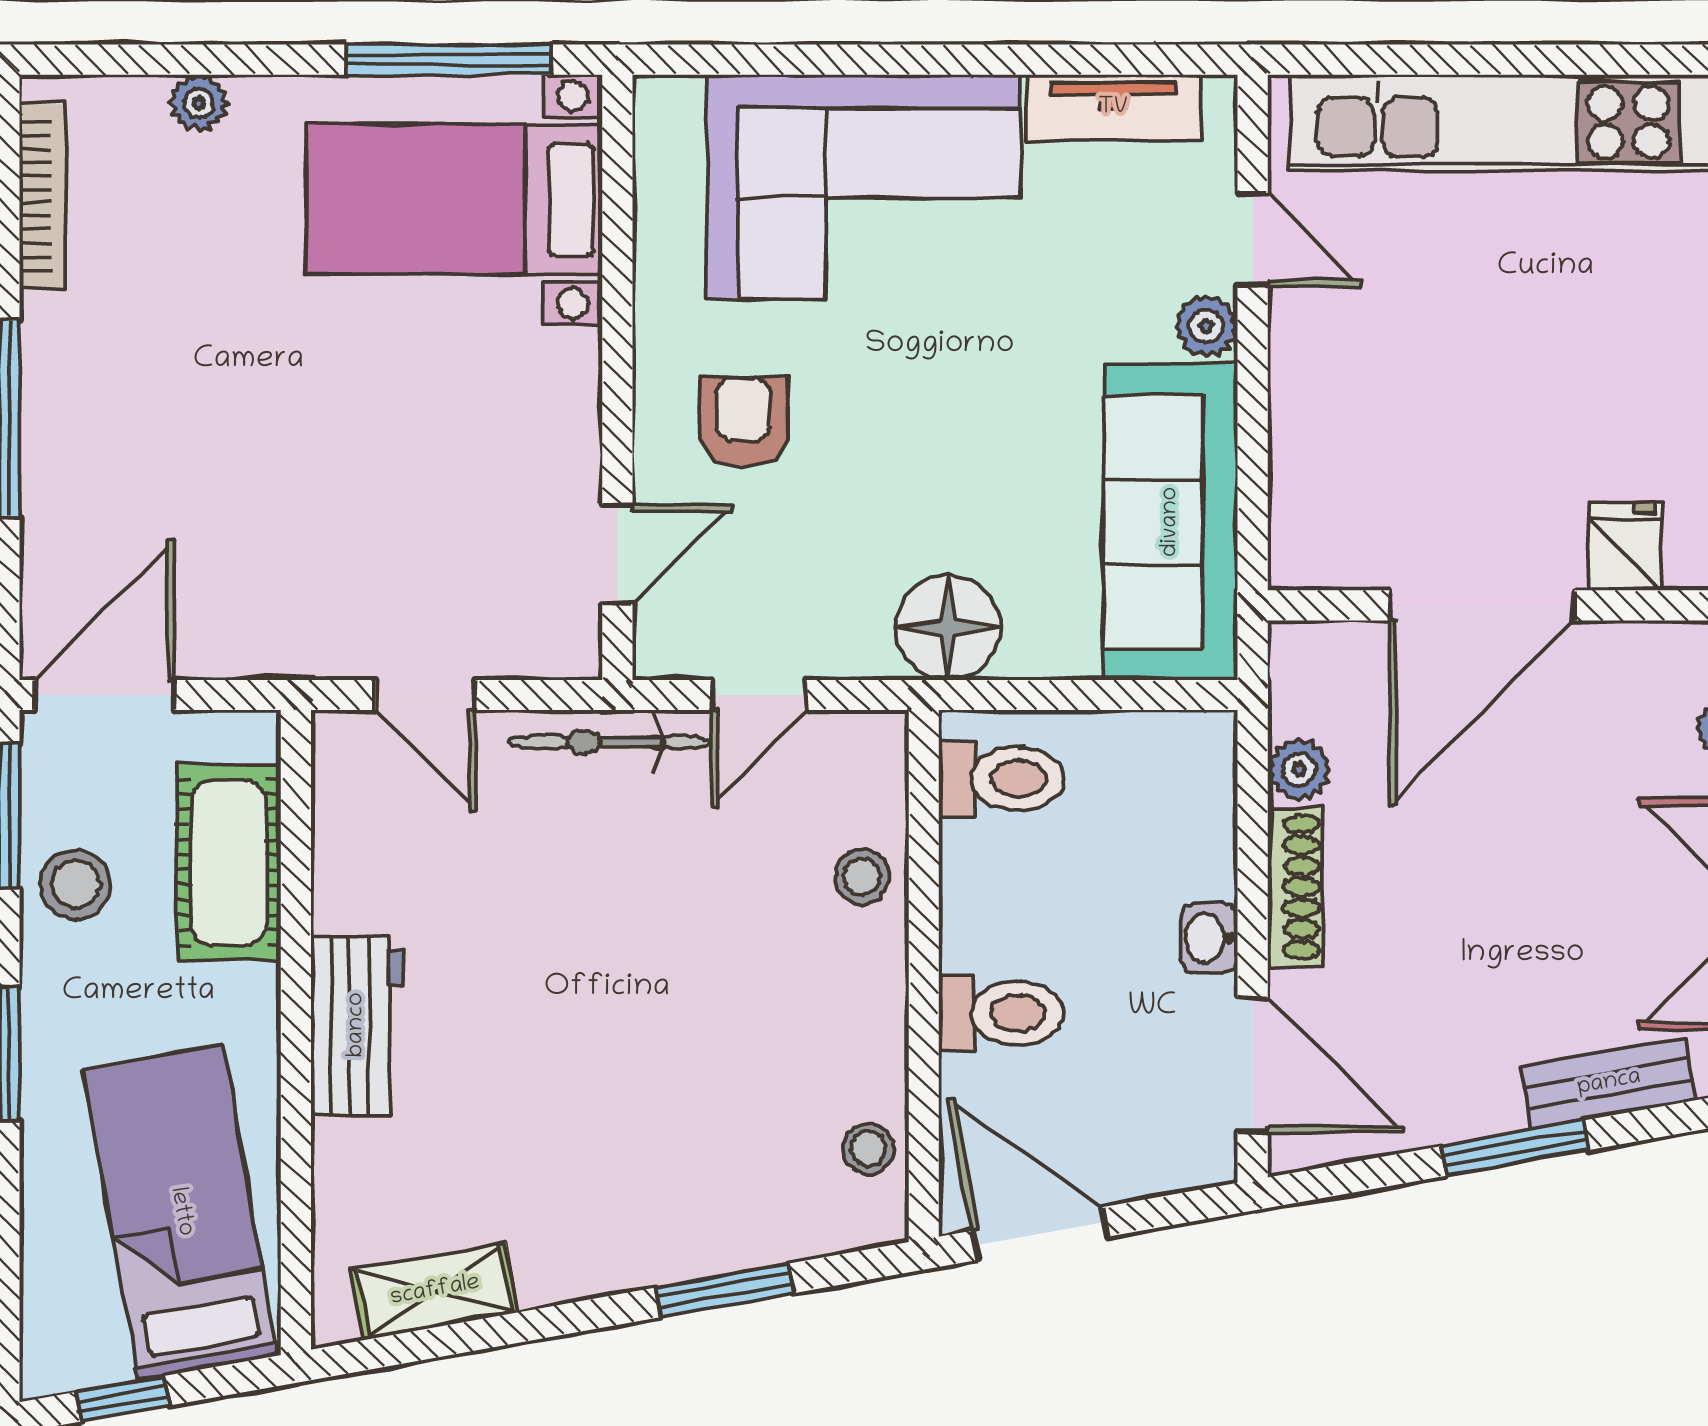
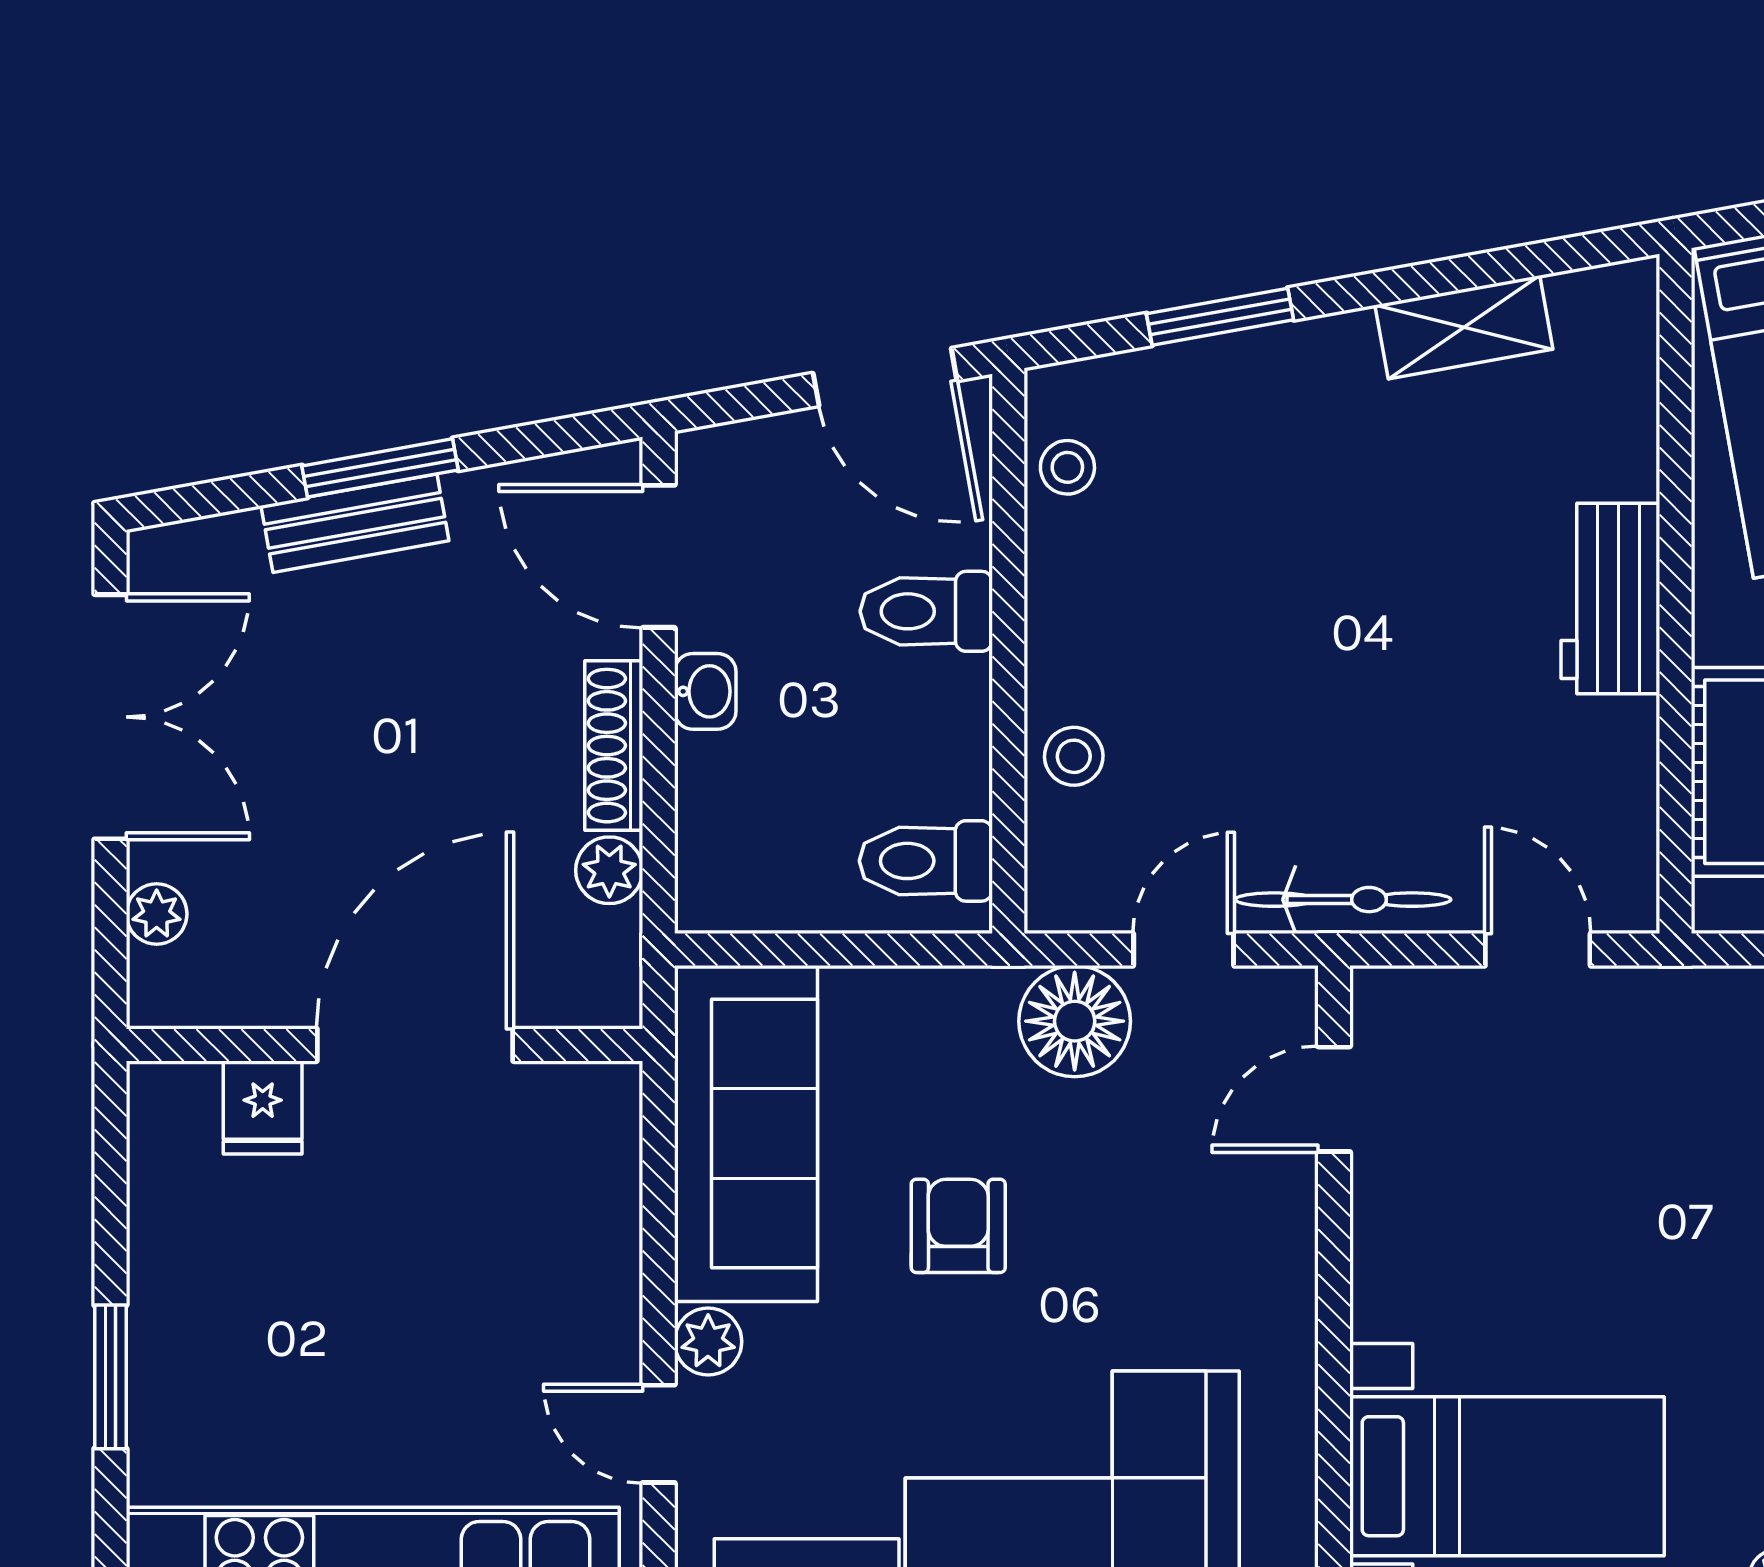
armchair: (744, 422) -> (958, 1226), moved, turned 180
floor lamp: (948, 628) -> (1075, 1021), moved
bench: (1609, 1083) -> (355, 523), moved
shelving: (435, 1291) -> (1464, 327), moved

